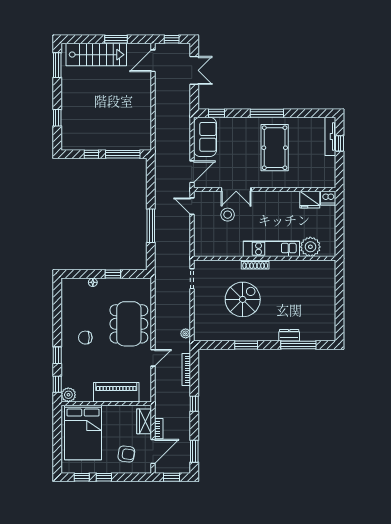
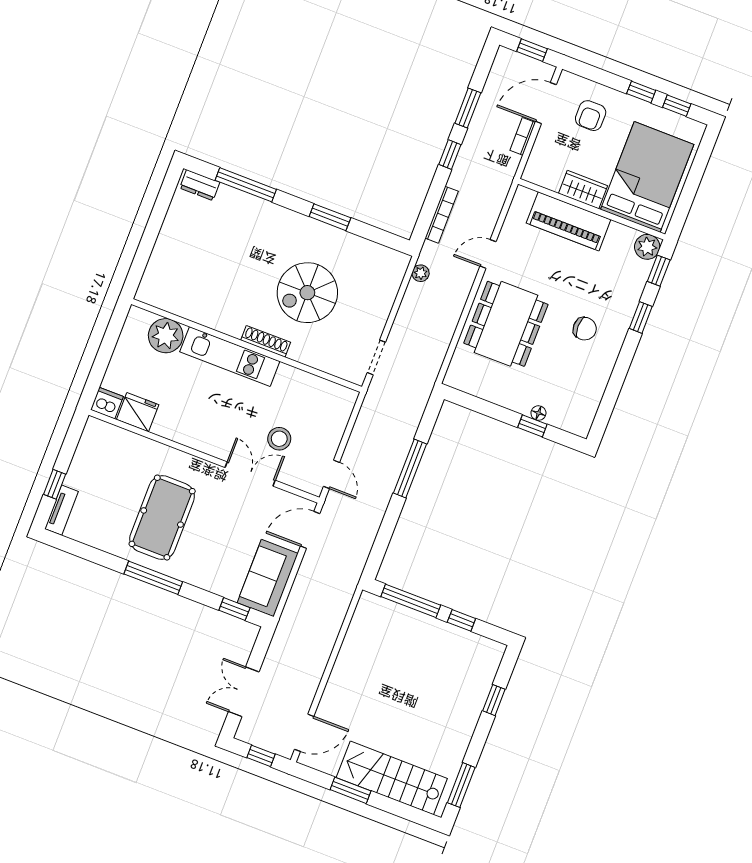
tv unit: (330, 136) -> (62, 510), width x0.71
window: (113, 274) -> (532, 426), moved
dresser: (289, 335) -> (200, 185), moved
wardrobe: (144, 421) -> (583, 190), moved, turned -90
window: (194, 451) -> (468, 108), moved
armchair: (126, 454) -> (591, 116), turned -98

